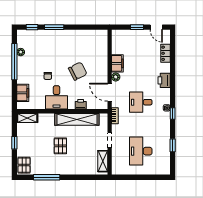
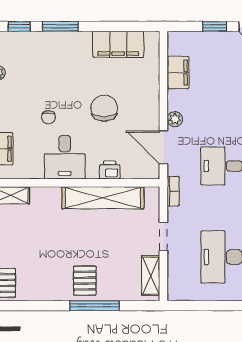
filing cabinet: (85, 37) -> (118, 44), added
filing cabinet: (117, 63) -> (178, 73), moved
chair: (78, 71) -> (104, 108), turned -63
pallet: (60, 146) -> (85, 281), moved
window: (47, 177) -> (95, 306), moved

